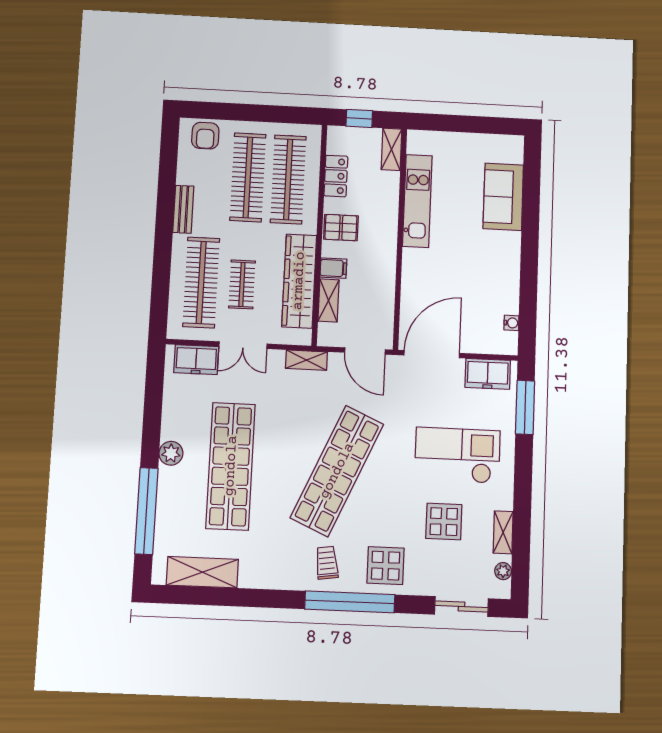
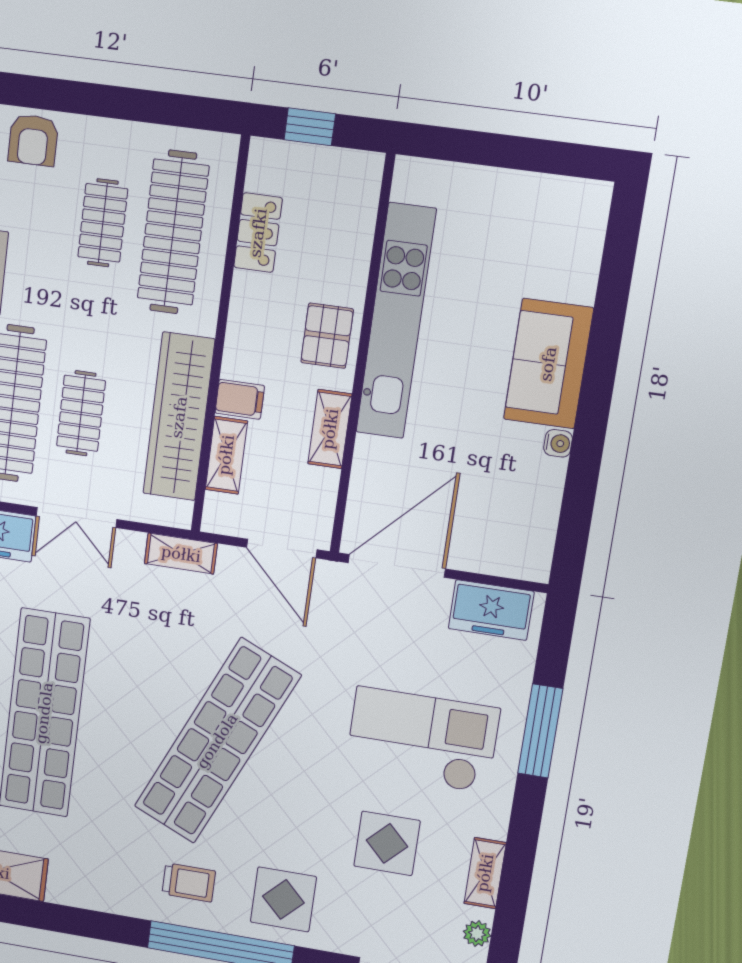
shelving: (392, 149) -> (330, 429), moved
clothes rail: (248, 177) -> (103, 223), width x0.54, depth x0.76
sofa: (503, 197) -> (548, 364), moved
kitchen unit: (417, 201) -> (396, 321), width x1.36
pallet: (341, 228) -> (327, 336), moved, turned 90
water cooler: (511, 323) -> (558, 443), moved
window: (525, 407) -> (540, 731), moved
trolley: (327, 563) -> (189, 882), turned 98

